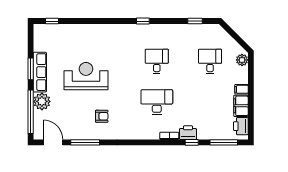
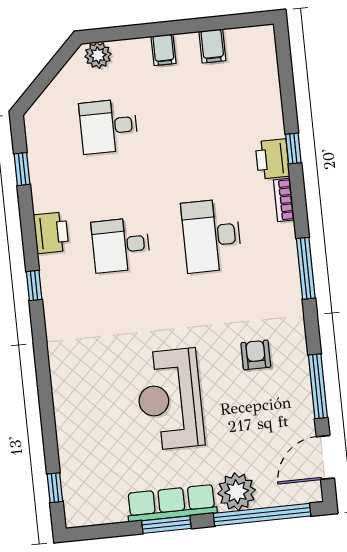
filing cabinet: (241, 106) -> (212, 46), width x0.50
printer: (241, 126) -> (51, 233), moved, turned -90
window: (224, 142) -> (306, 268), moved

